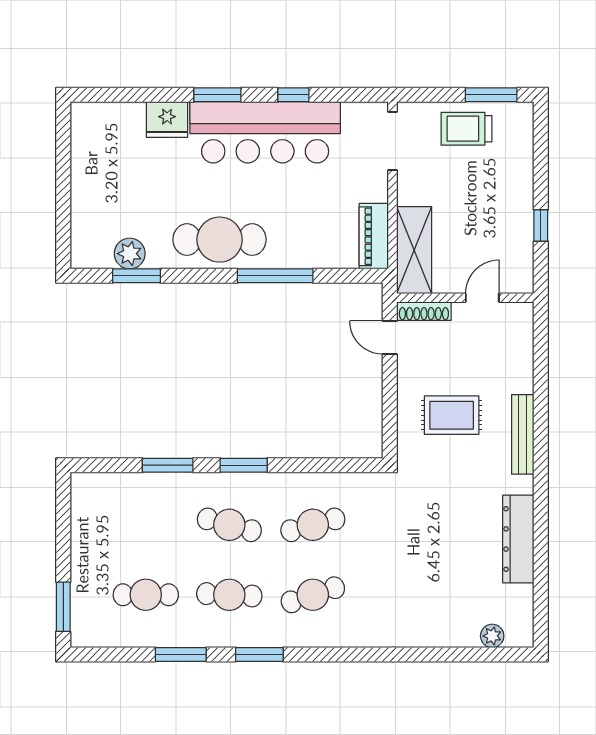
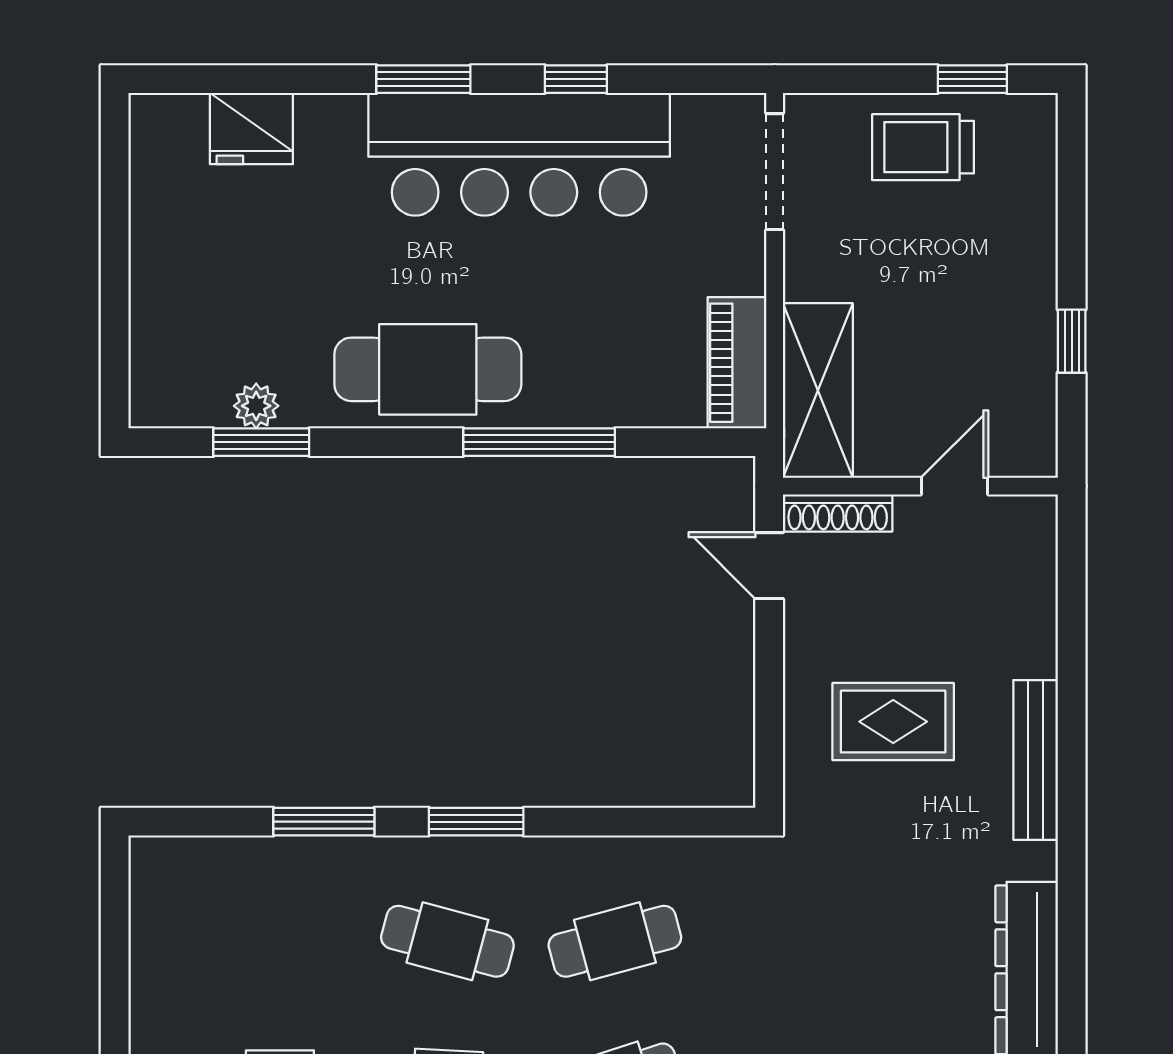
window: (491, 95) -> (972, 79), width x0.67
fridge: (167, 119) -> (251, 129), moved
plant: (130, 254) -> (256, 406), width x0.73, depth x0.73

